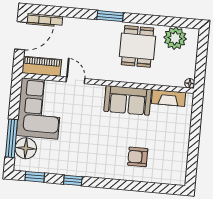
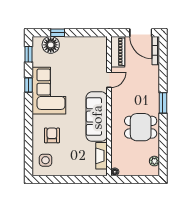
plant: (175, 38) -> (154, 161), width x0.53, depth x0.53
sofa: (128, 100) -> (97, 117), width x1.36
corner sofa: (40, 108) -> (49, 91), moved, turned -90
window: (11, 138) -> (58, 33), width x0.46
side table: (168, 168) -> (45, 160), added

